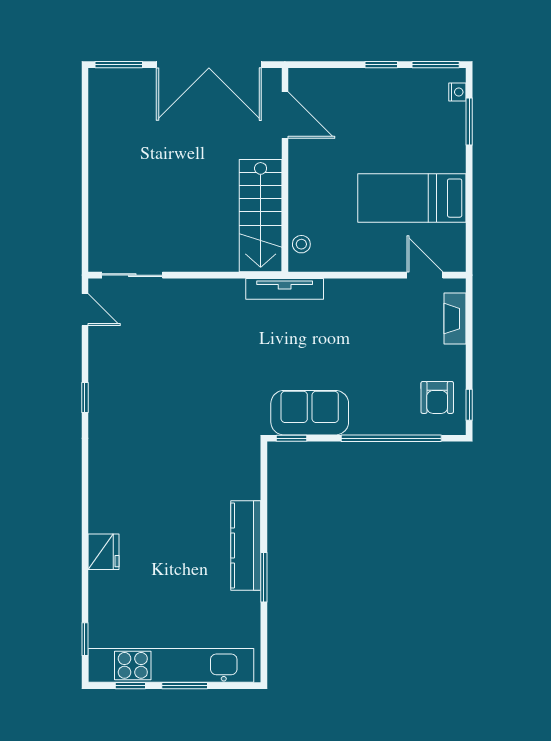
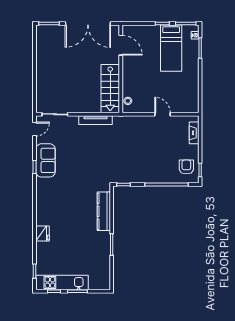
bed: (412, 198) -> (171, 48), moved, turned -90
door: (425, 275) -> (163, 114), moved
tv unit: (285, 289) -> (96, 120), moved
door: (85, 310) -> (34, 129), hinge flipped
armchair: (437, 397) -> (186, 167), turned 180
sofa: (310, 413) -> (45, 160), moved, turned 90
kitchen counter: (246, 545) -> (104, 211), moved
kitchen unit: (171, 665) -> (62, 283), width x0.73

